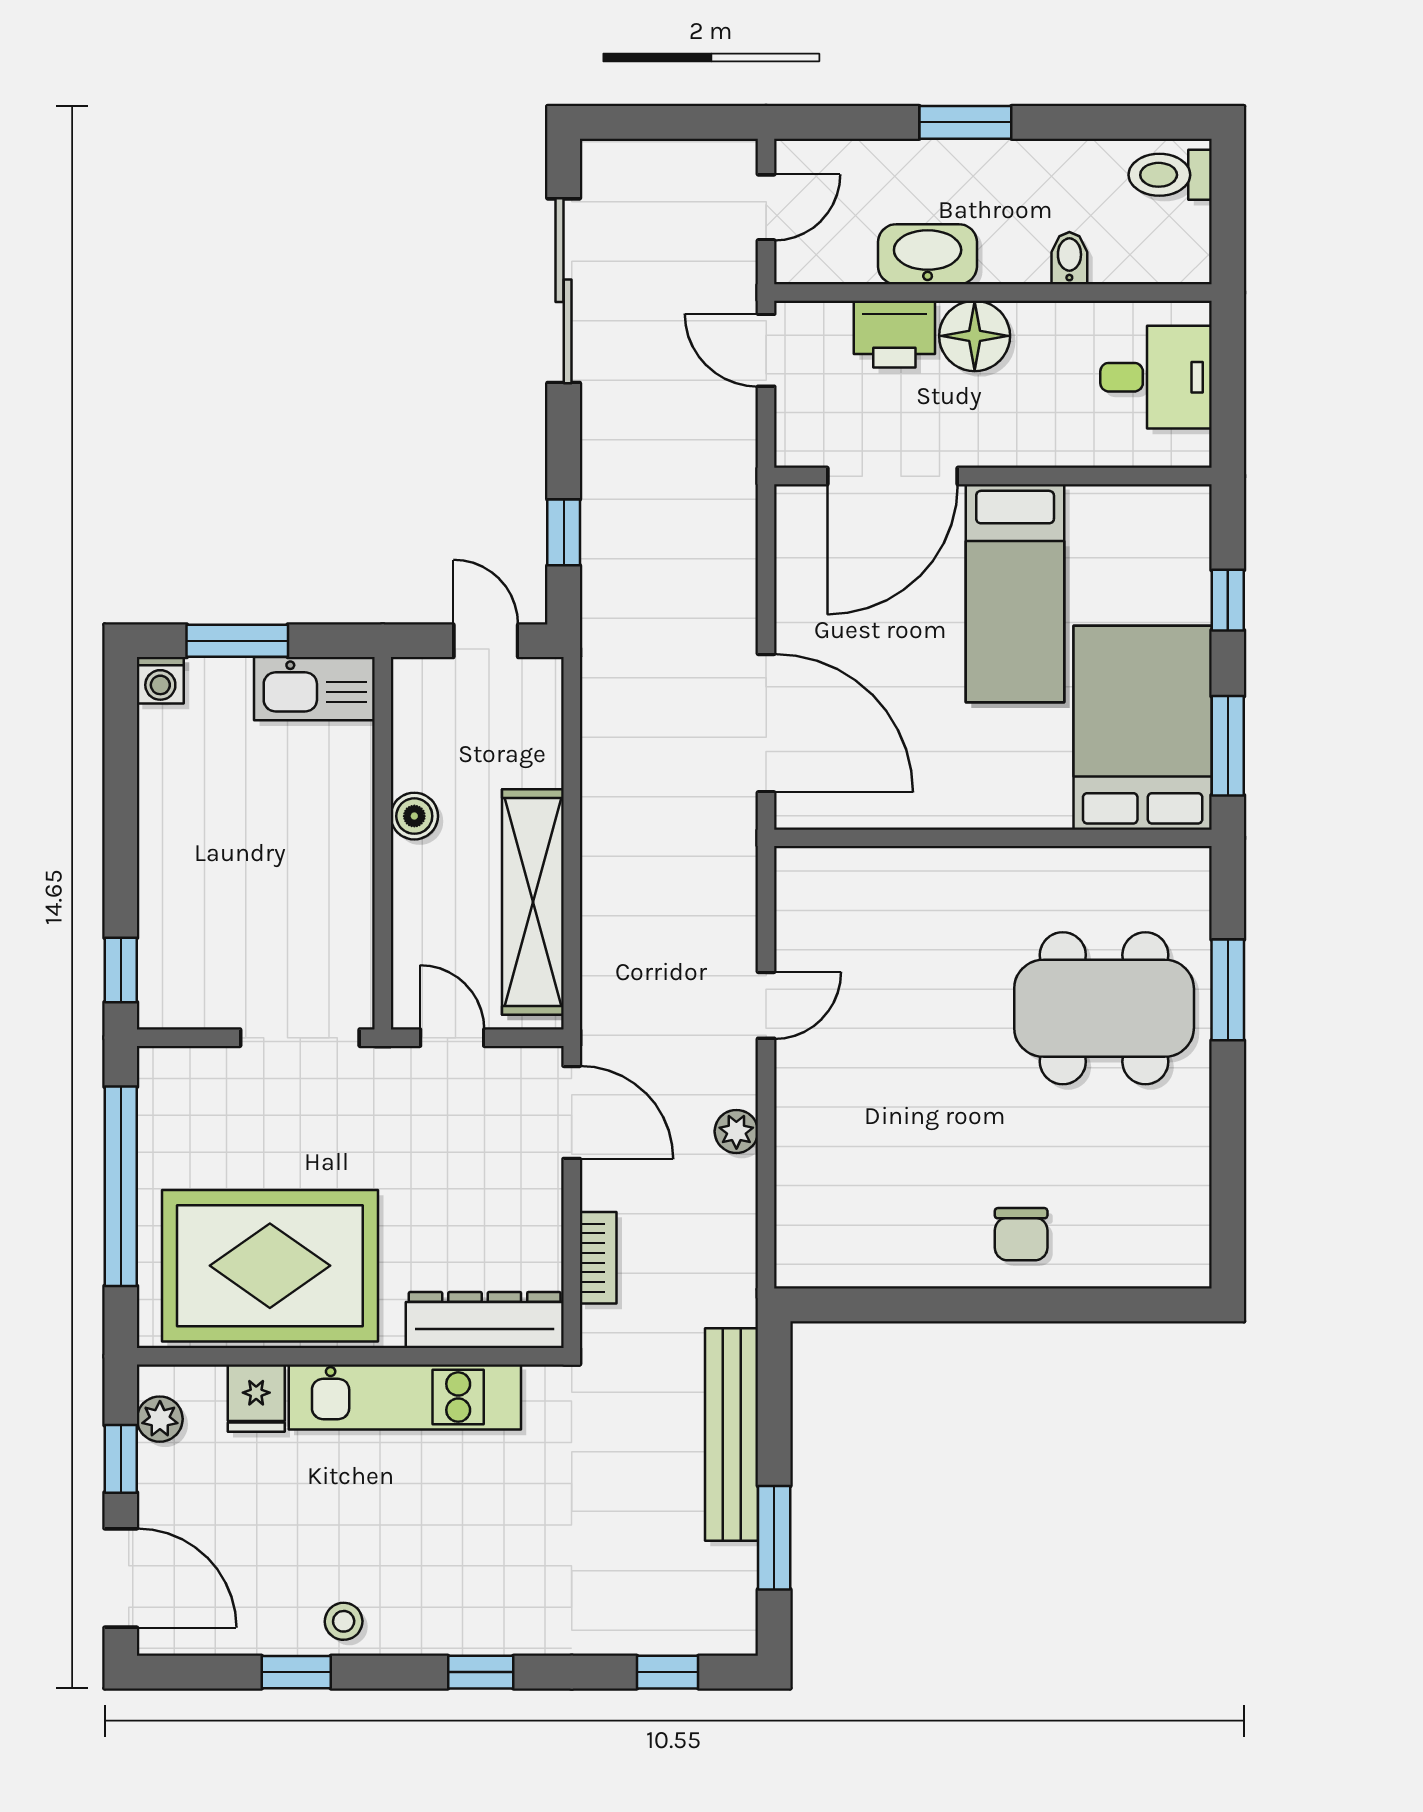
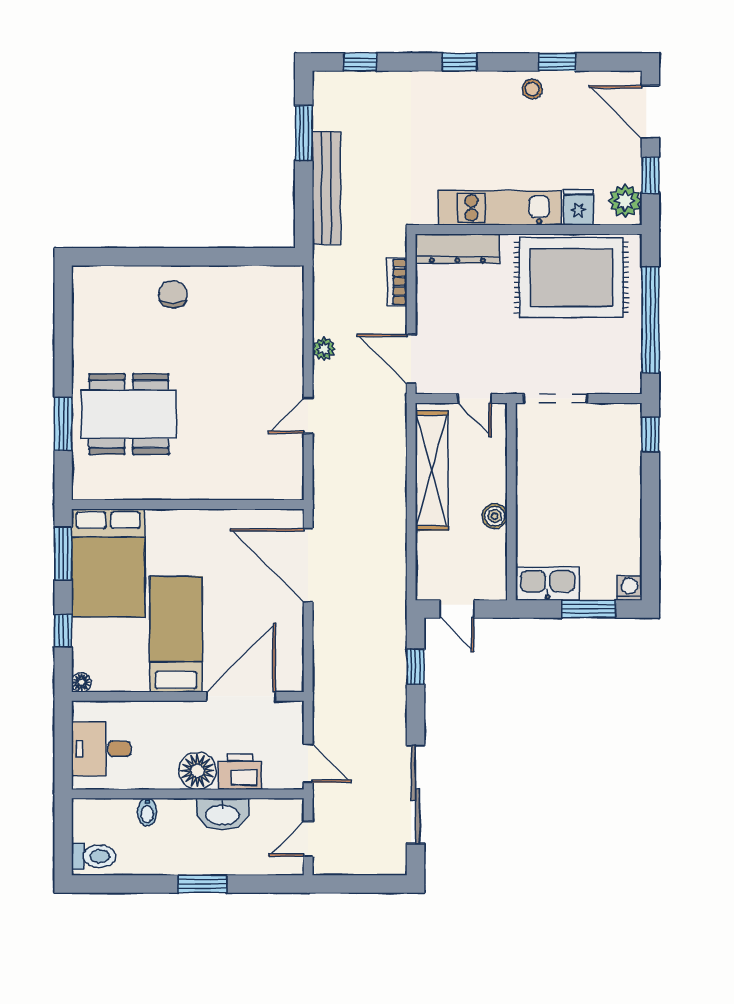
floor lamp: (1193, 502) -> (81, 682), added
plant: (160, 1419) -> (625, 201), width x1.38, depth x1.38

